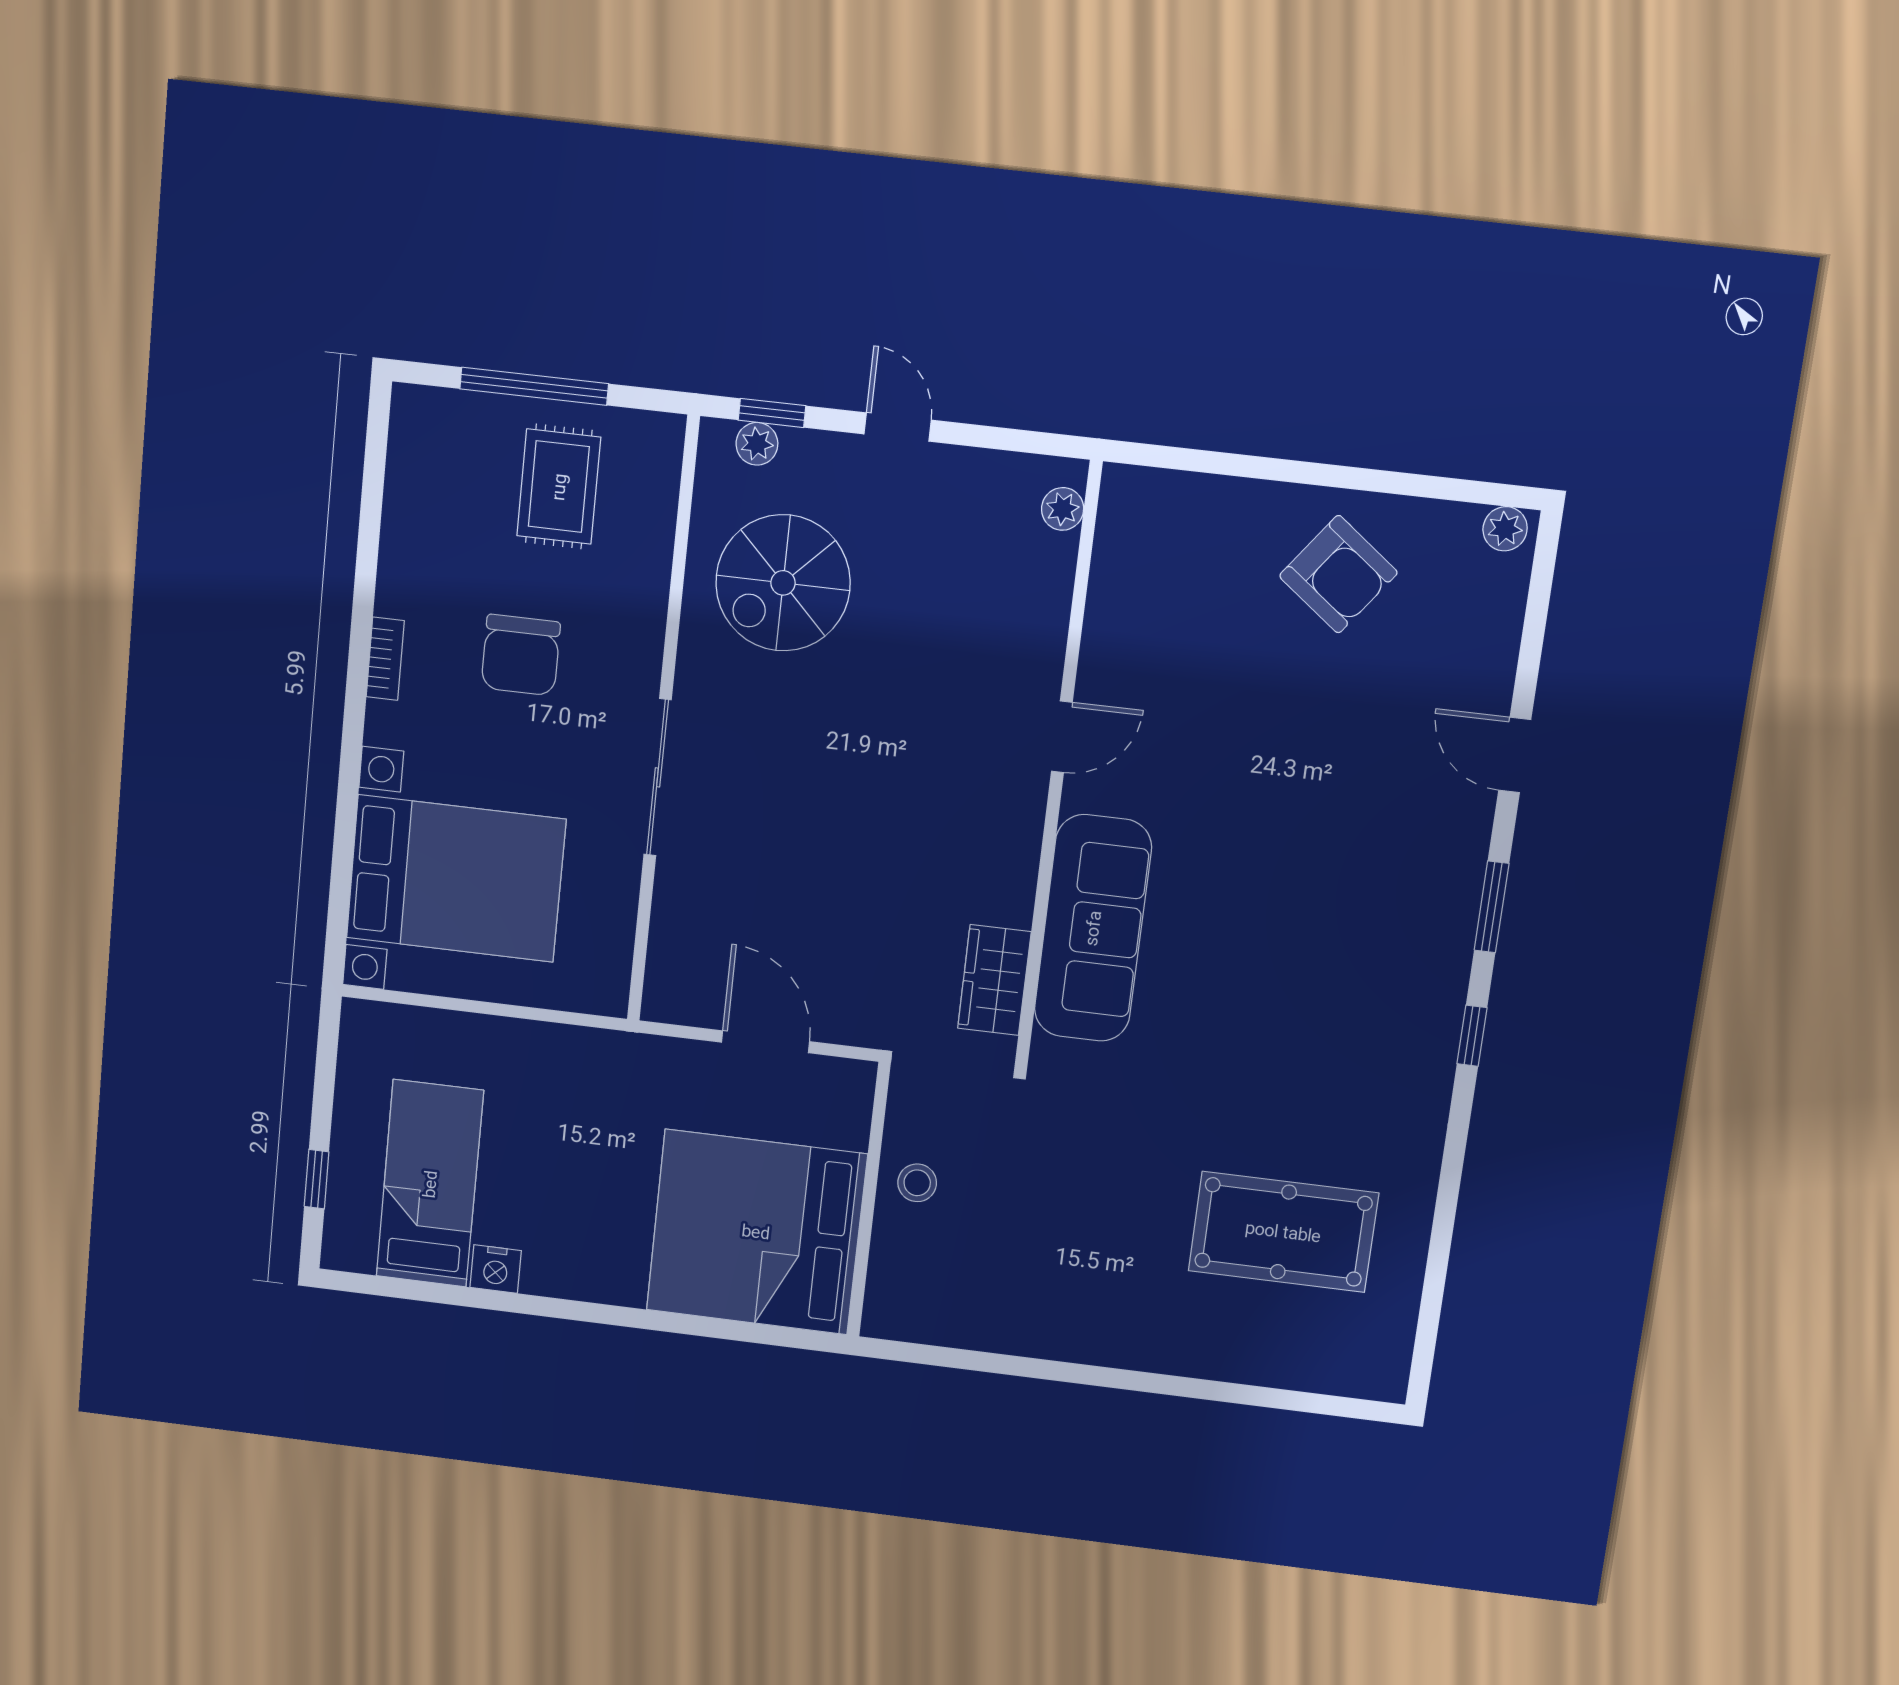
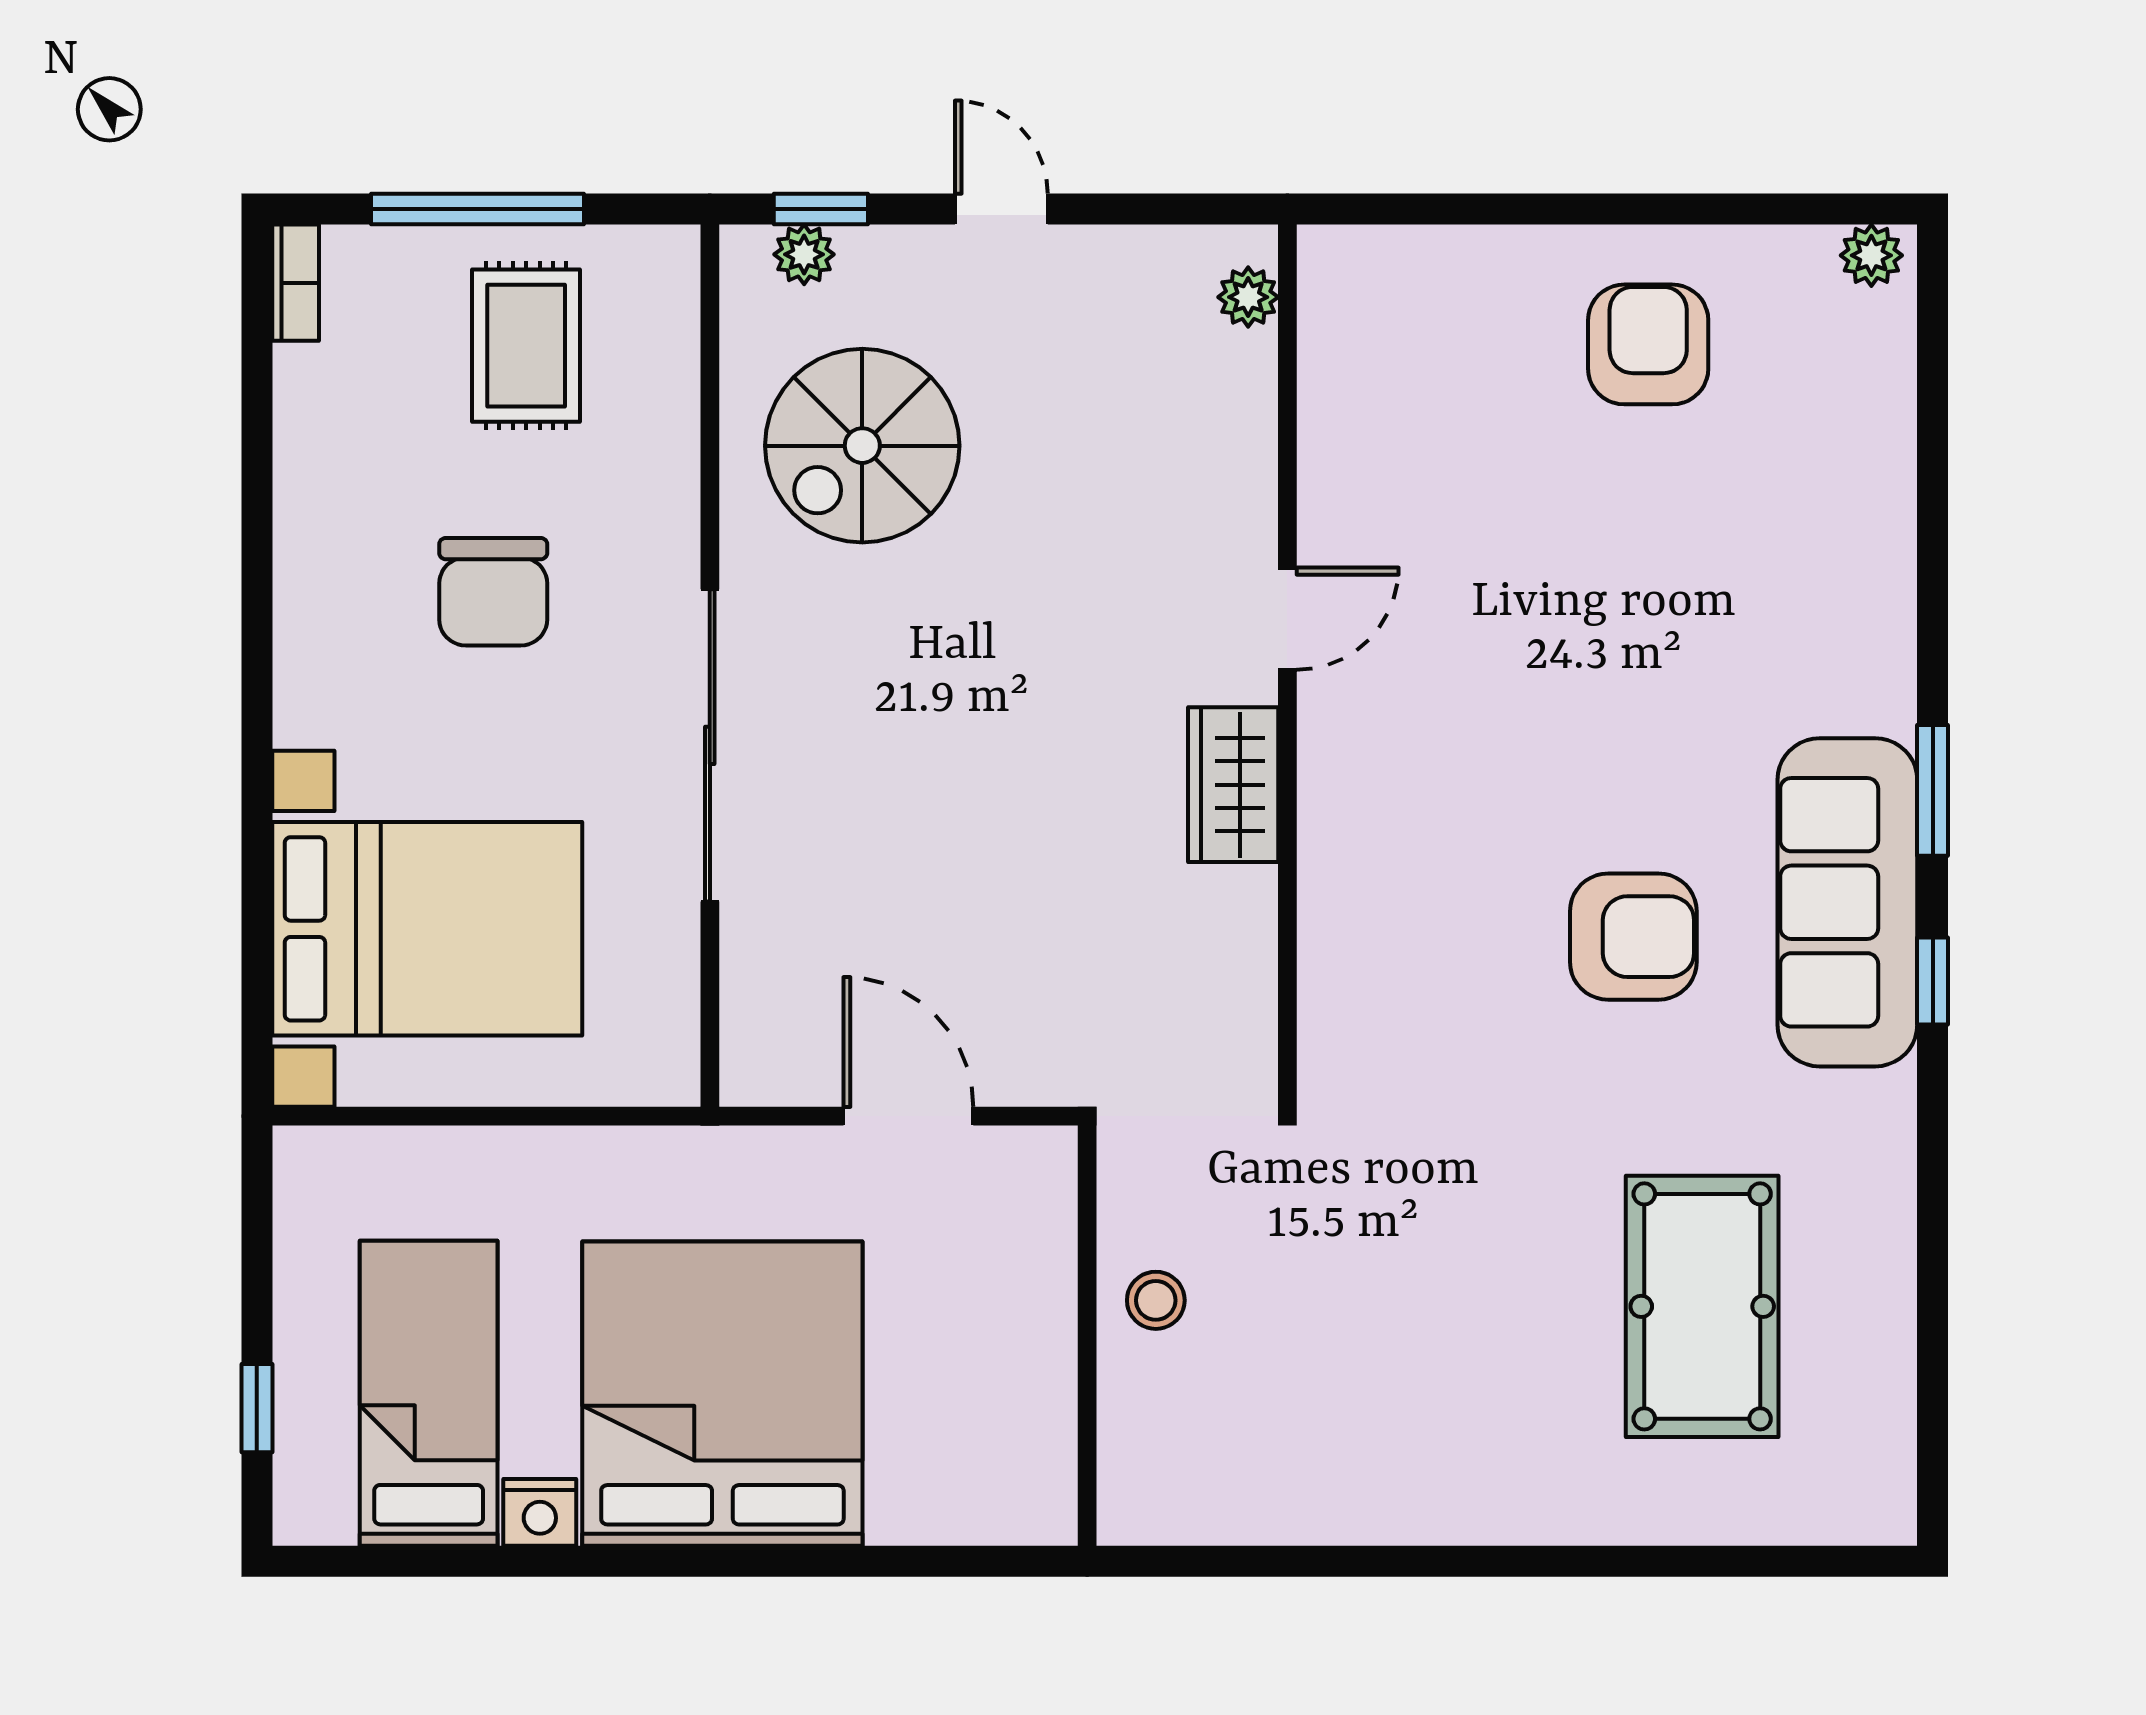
armchair: (1338, 574) -> (1648, 344), turned -127
bookcase: (385, 659) -> (296, 283), moved
door: (1515, 755) -> (1933, 570), removed
sliding door: (658, 777) -> (710, 745), width x1.36
sofa: (1093, 928) -> (1847, 902), moved, turned 180
wardrobe: (994, 980) -> (1233, 785), moved
armchair: (1271, 981) -> (1633, 937), added
bed: (756, 1232) -> (722, 1394), moved, turned 90
pool table: (1283, 1232) -> (1702, 1306), turned 90

